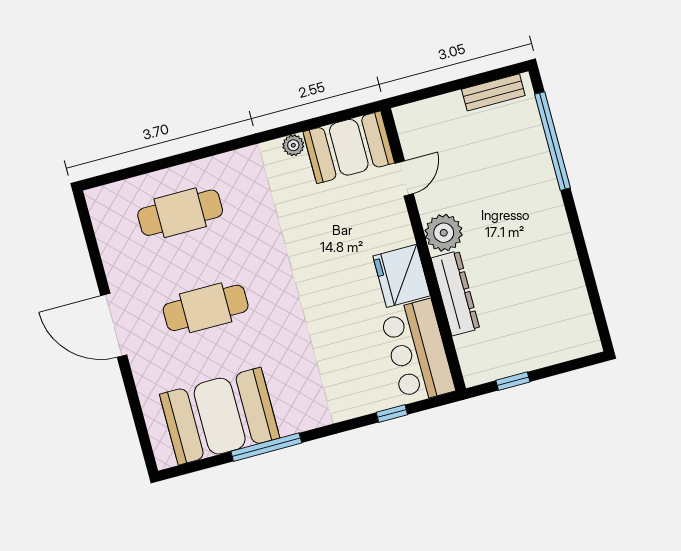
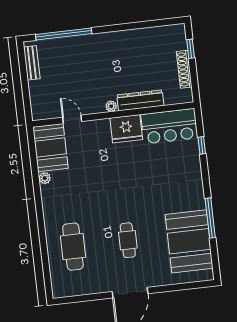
plant: (444, 233) -> (111, 106), width x0.53, depth x0.53
cafe table: (206, 308) -> (128, 240), width x0.73, depth x0.74
shoe rack: (522, 363) -> (184, 69), added
window: (513, 381) -> (191, 49), moved

